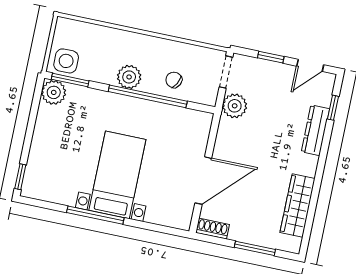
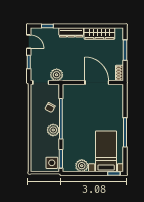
plant: (54, 92) -> (82, 166), moved
dresser: (315, 130) -> (71, 32), moved
bed with nightstands: (117, 175) -> (106, 151), moved, turned 90

